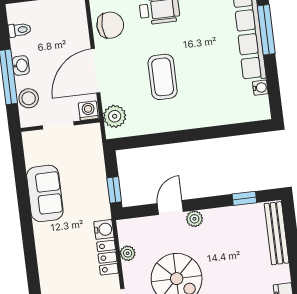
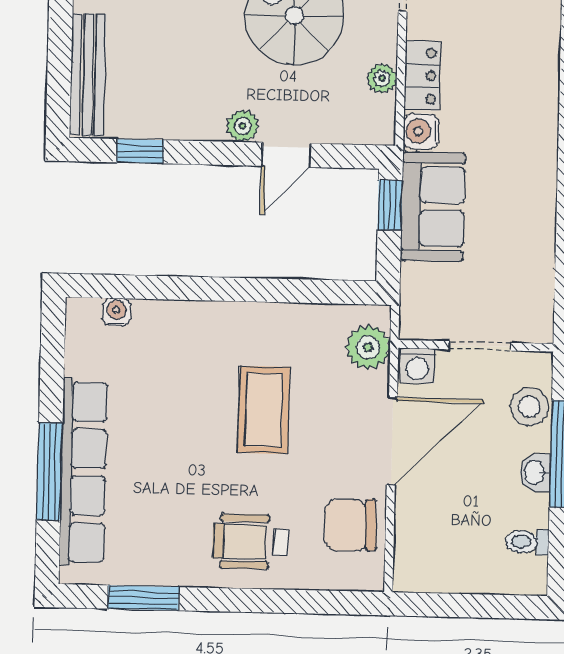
water cooler: (260, 88) -> (117, 312), moved, turned 90
sofa: (45, 193) -> (433, 207), moved, turned 180

